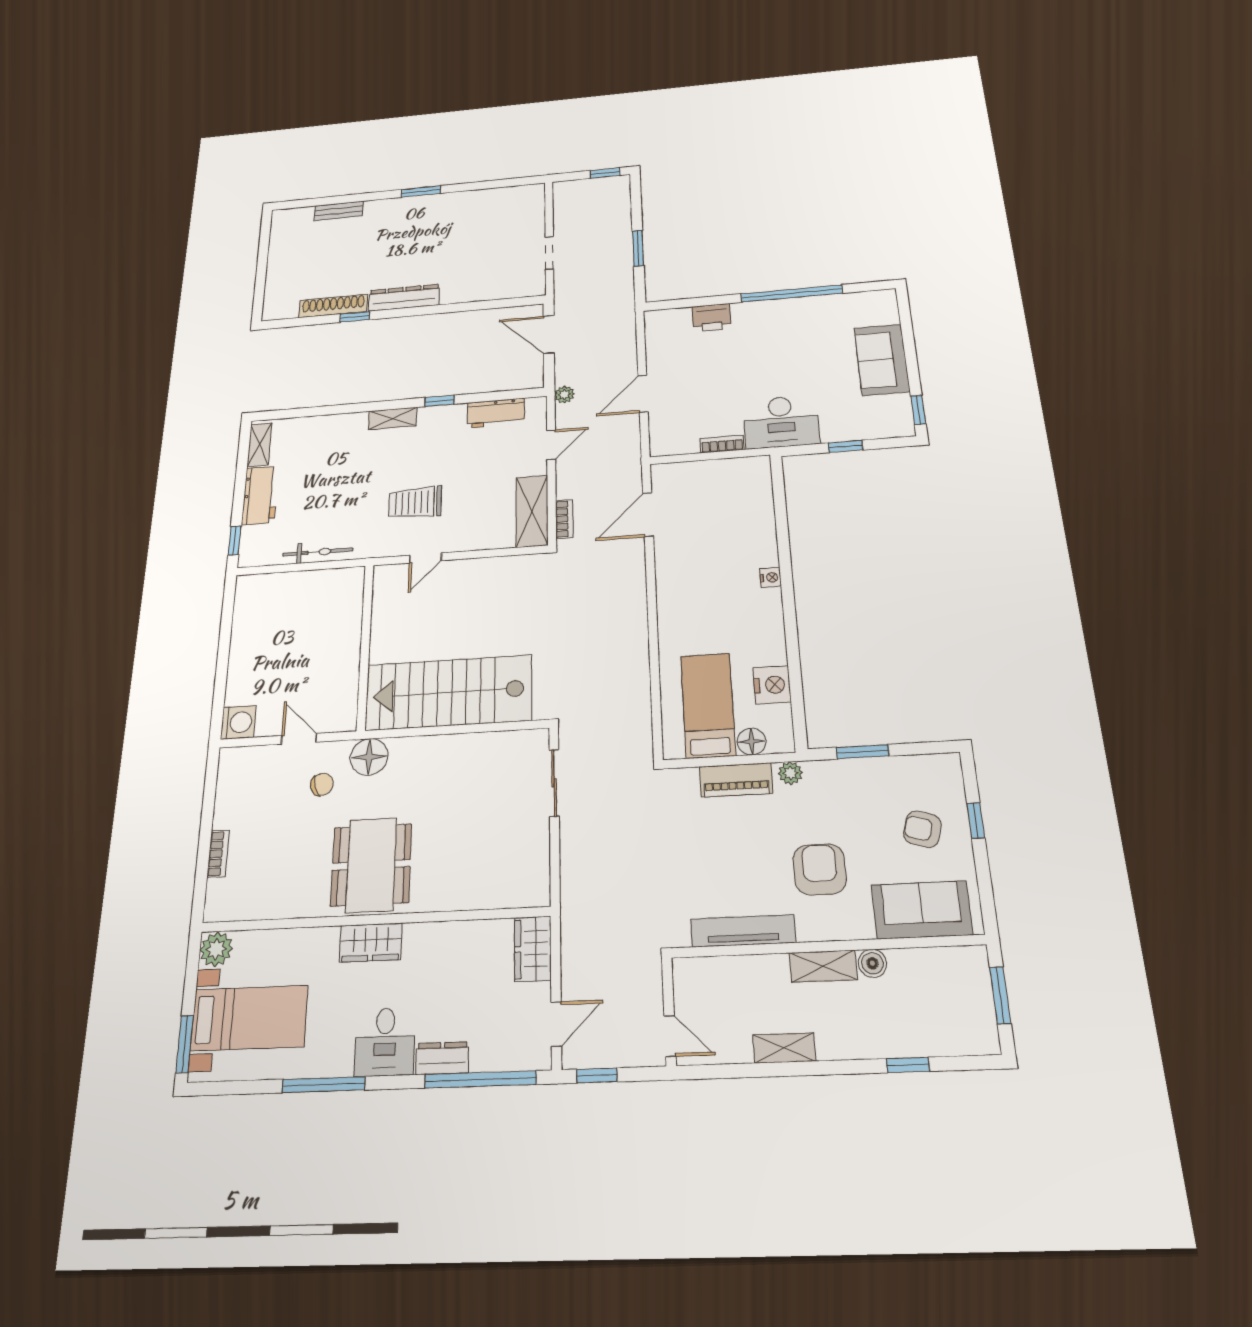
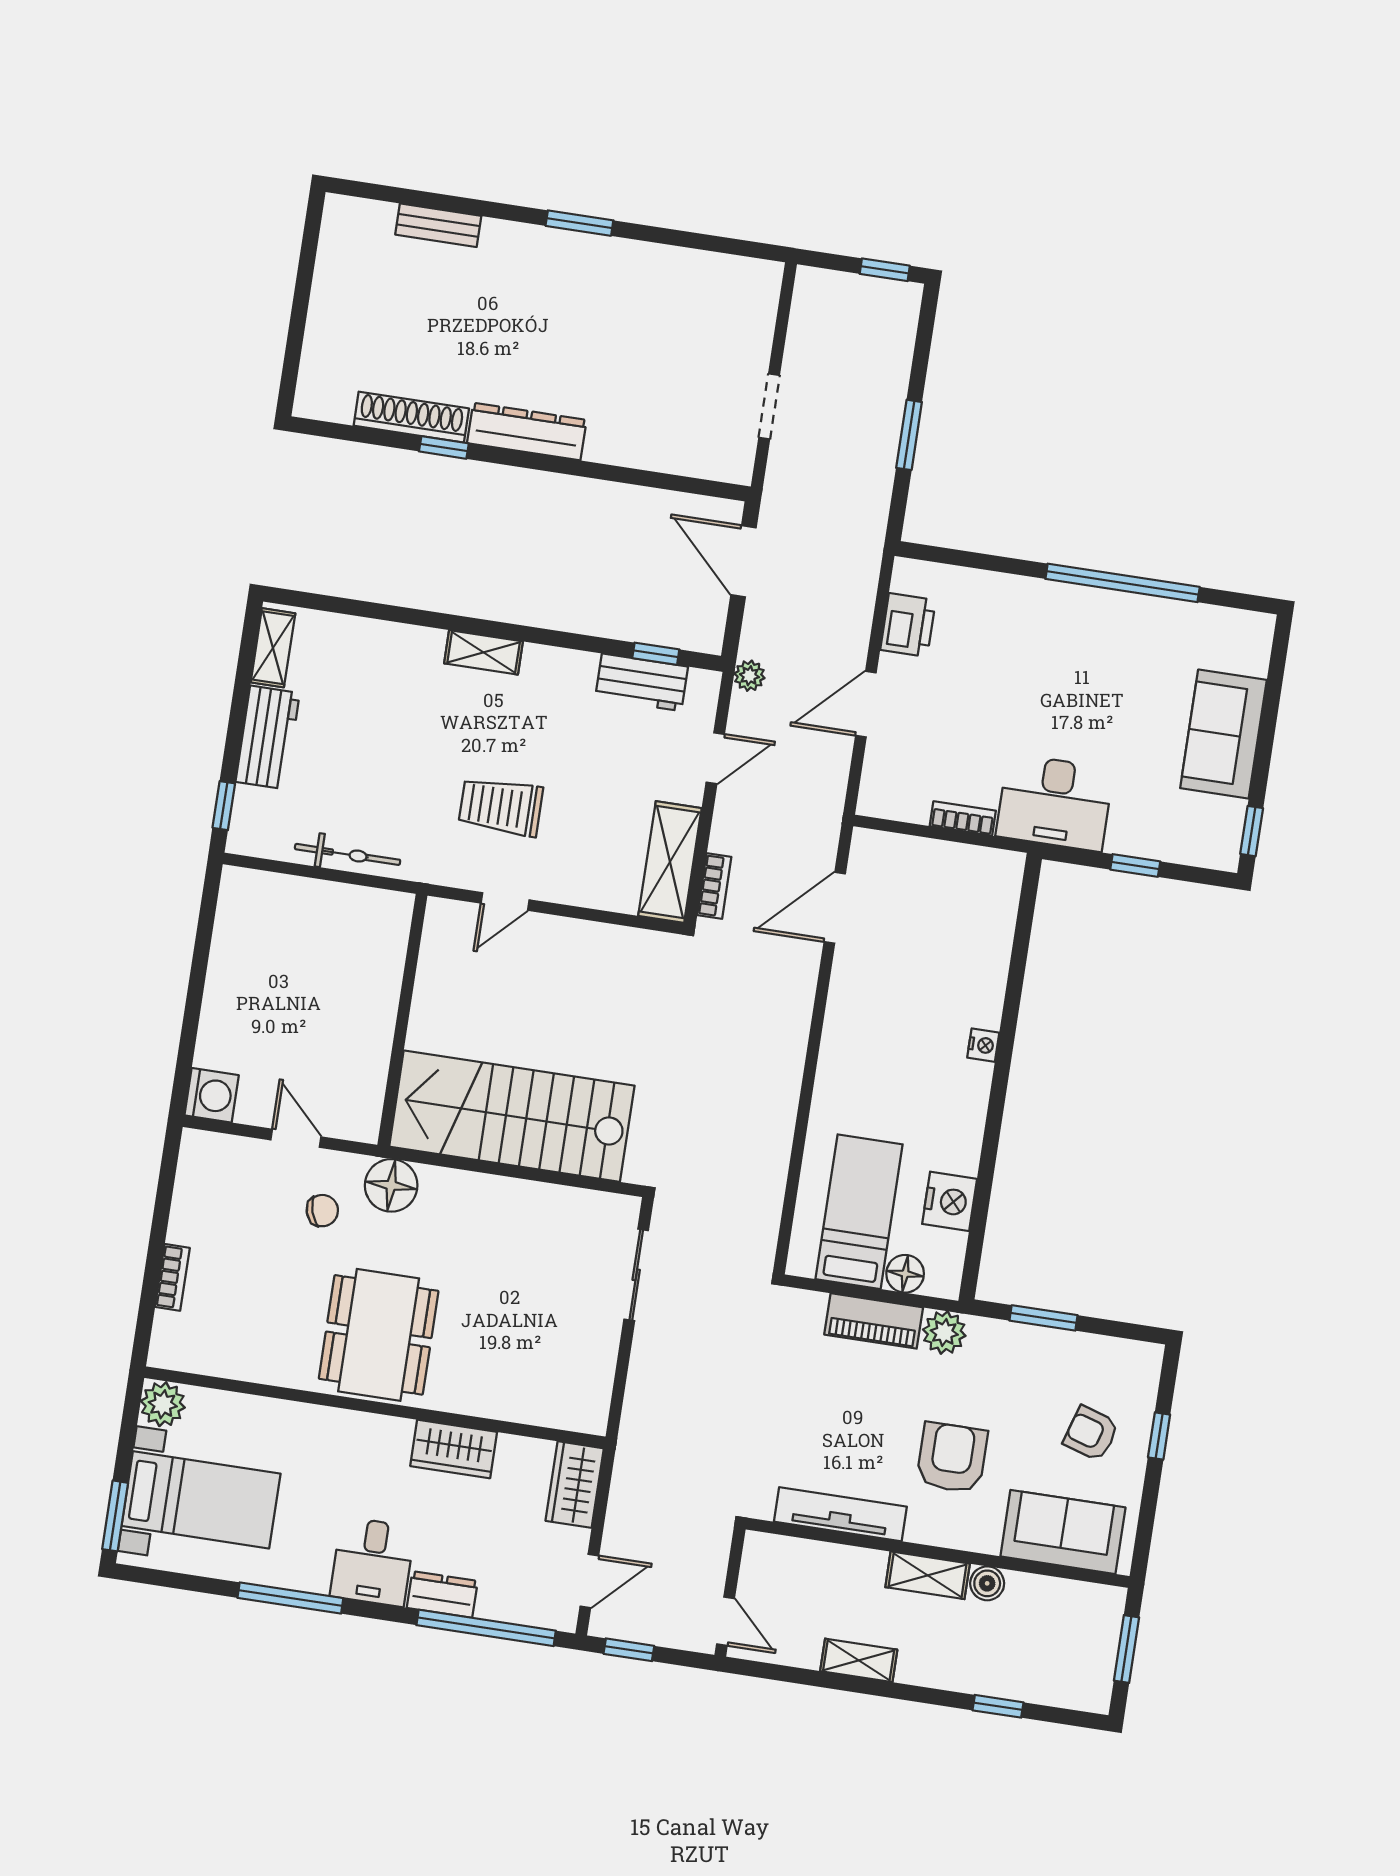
printer: (712, 318) -> (908, 625), moved, turned -90
window: (439, 401) -> (656, 654), moved
plant: (790, 773) -> (944, 1333), width x1.38, depth x1.38
wardrobe: (371, 943) -> (454, 1449), moved

